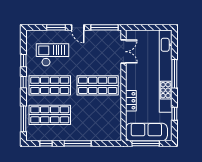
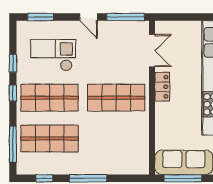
window: (56, 27) -> (41, 17), moved
locker: (131, 101) -> (162, 87), moved

